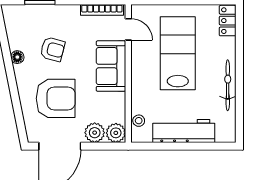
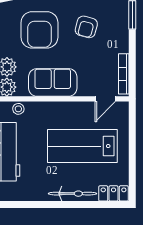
lab bench: (178, 53) -> (82, 146), turned 180
sofa: (111, 66) -> (53, 82), moved
bicycle: (228, 85) -> (72, 194), moved

